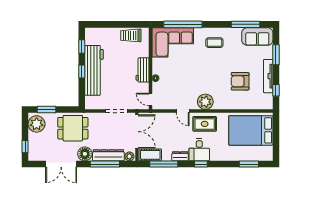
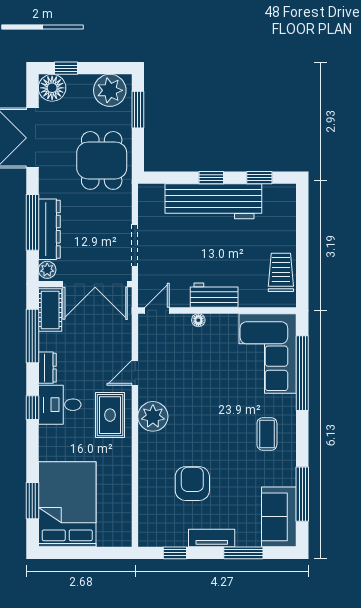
tv unit: (268, 76) -> (212, 538), width x0.71
bed: (251, 130) -> (67, 504), moved
floor lamp: (85, 154) -> (52, 88), moved

